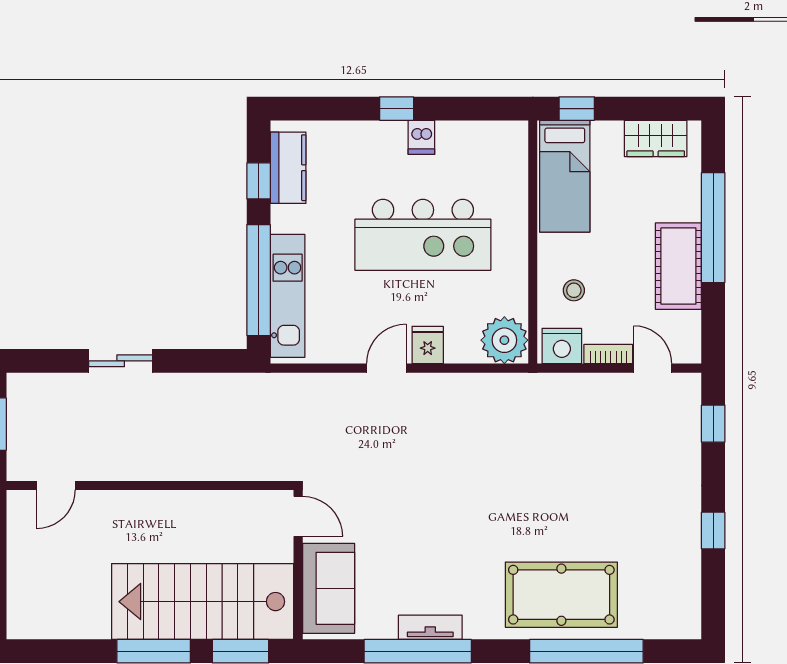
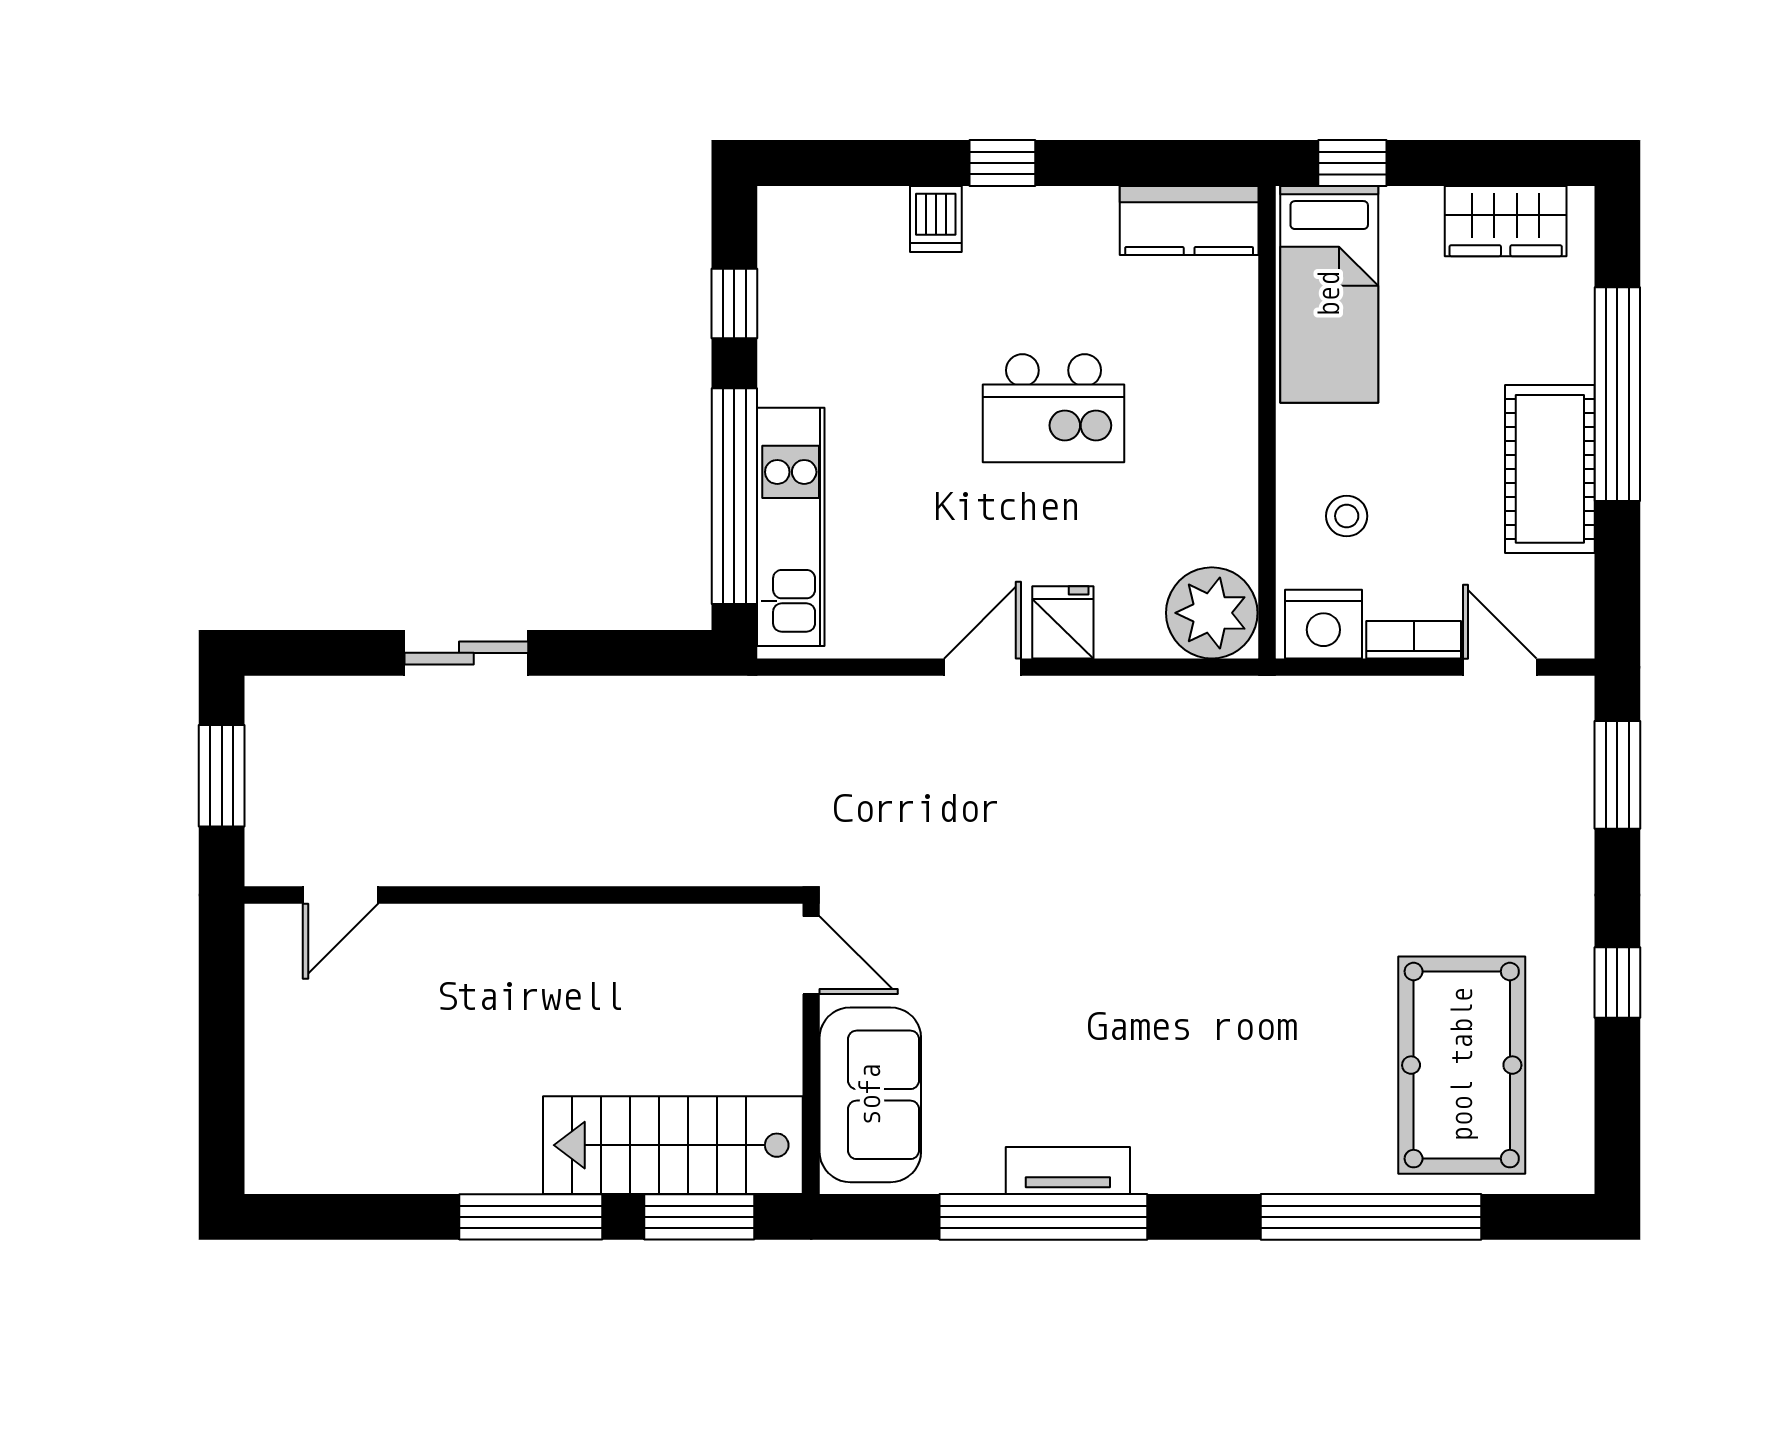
dishwasher: (421, 137) -> (936, 219), moved
kitchen counter: (288, 168) -> (1189, 220), moved, turned 90
kitchen island: (423, 235) -> (1054, 408), width x0.54, depth x0.78
window: (713, 424) -> (1617, 775), width x1.50
pool table: (561, 595) -> (1462, 1065), moved, turned 90
stairs: (203, 602) -> (673, 1145), width x0.73, depth x0.66

